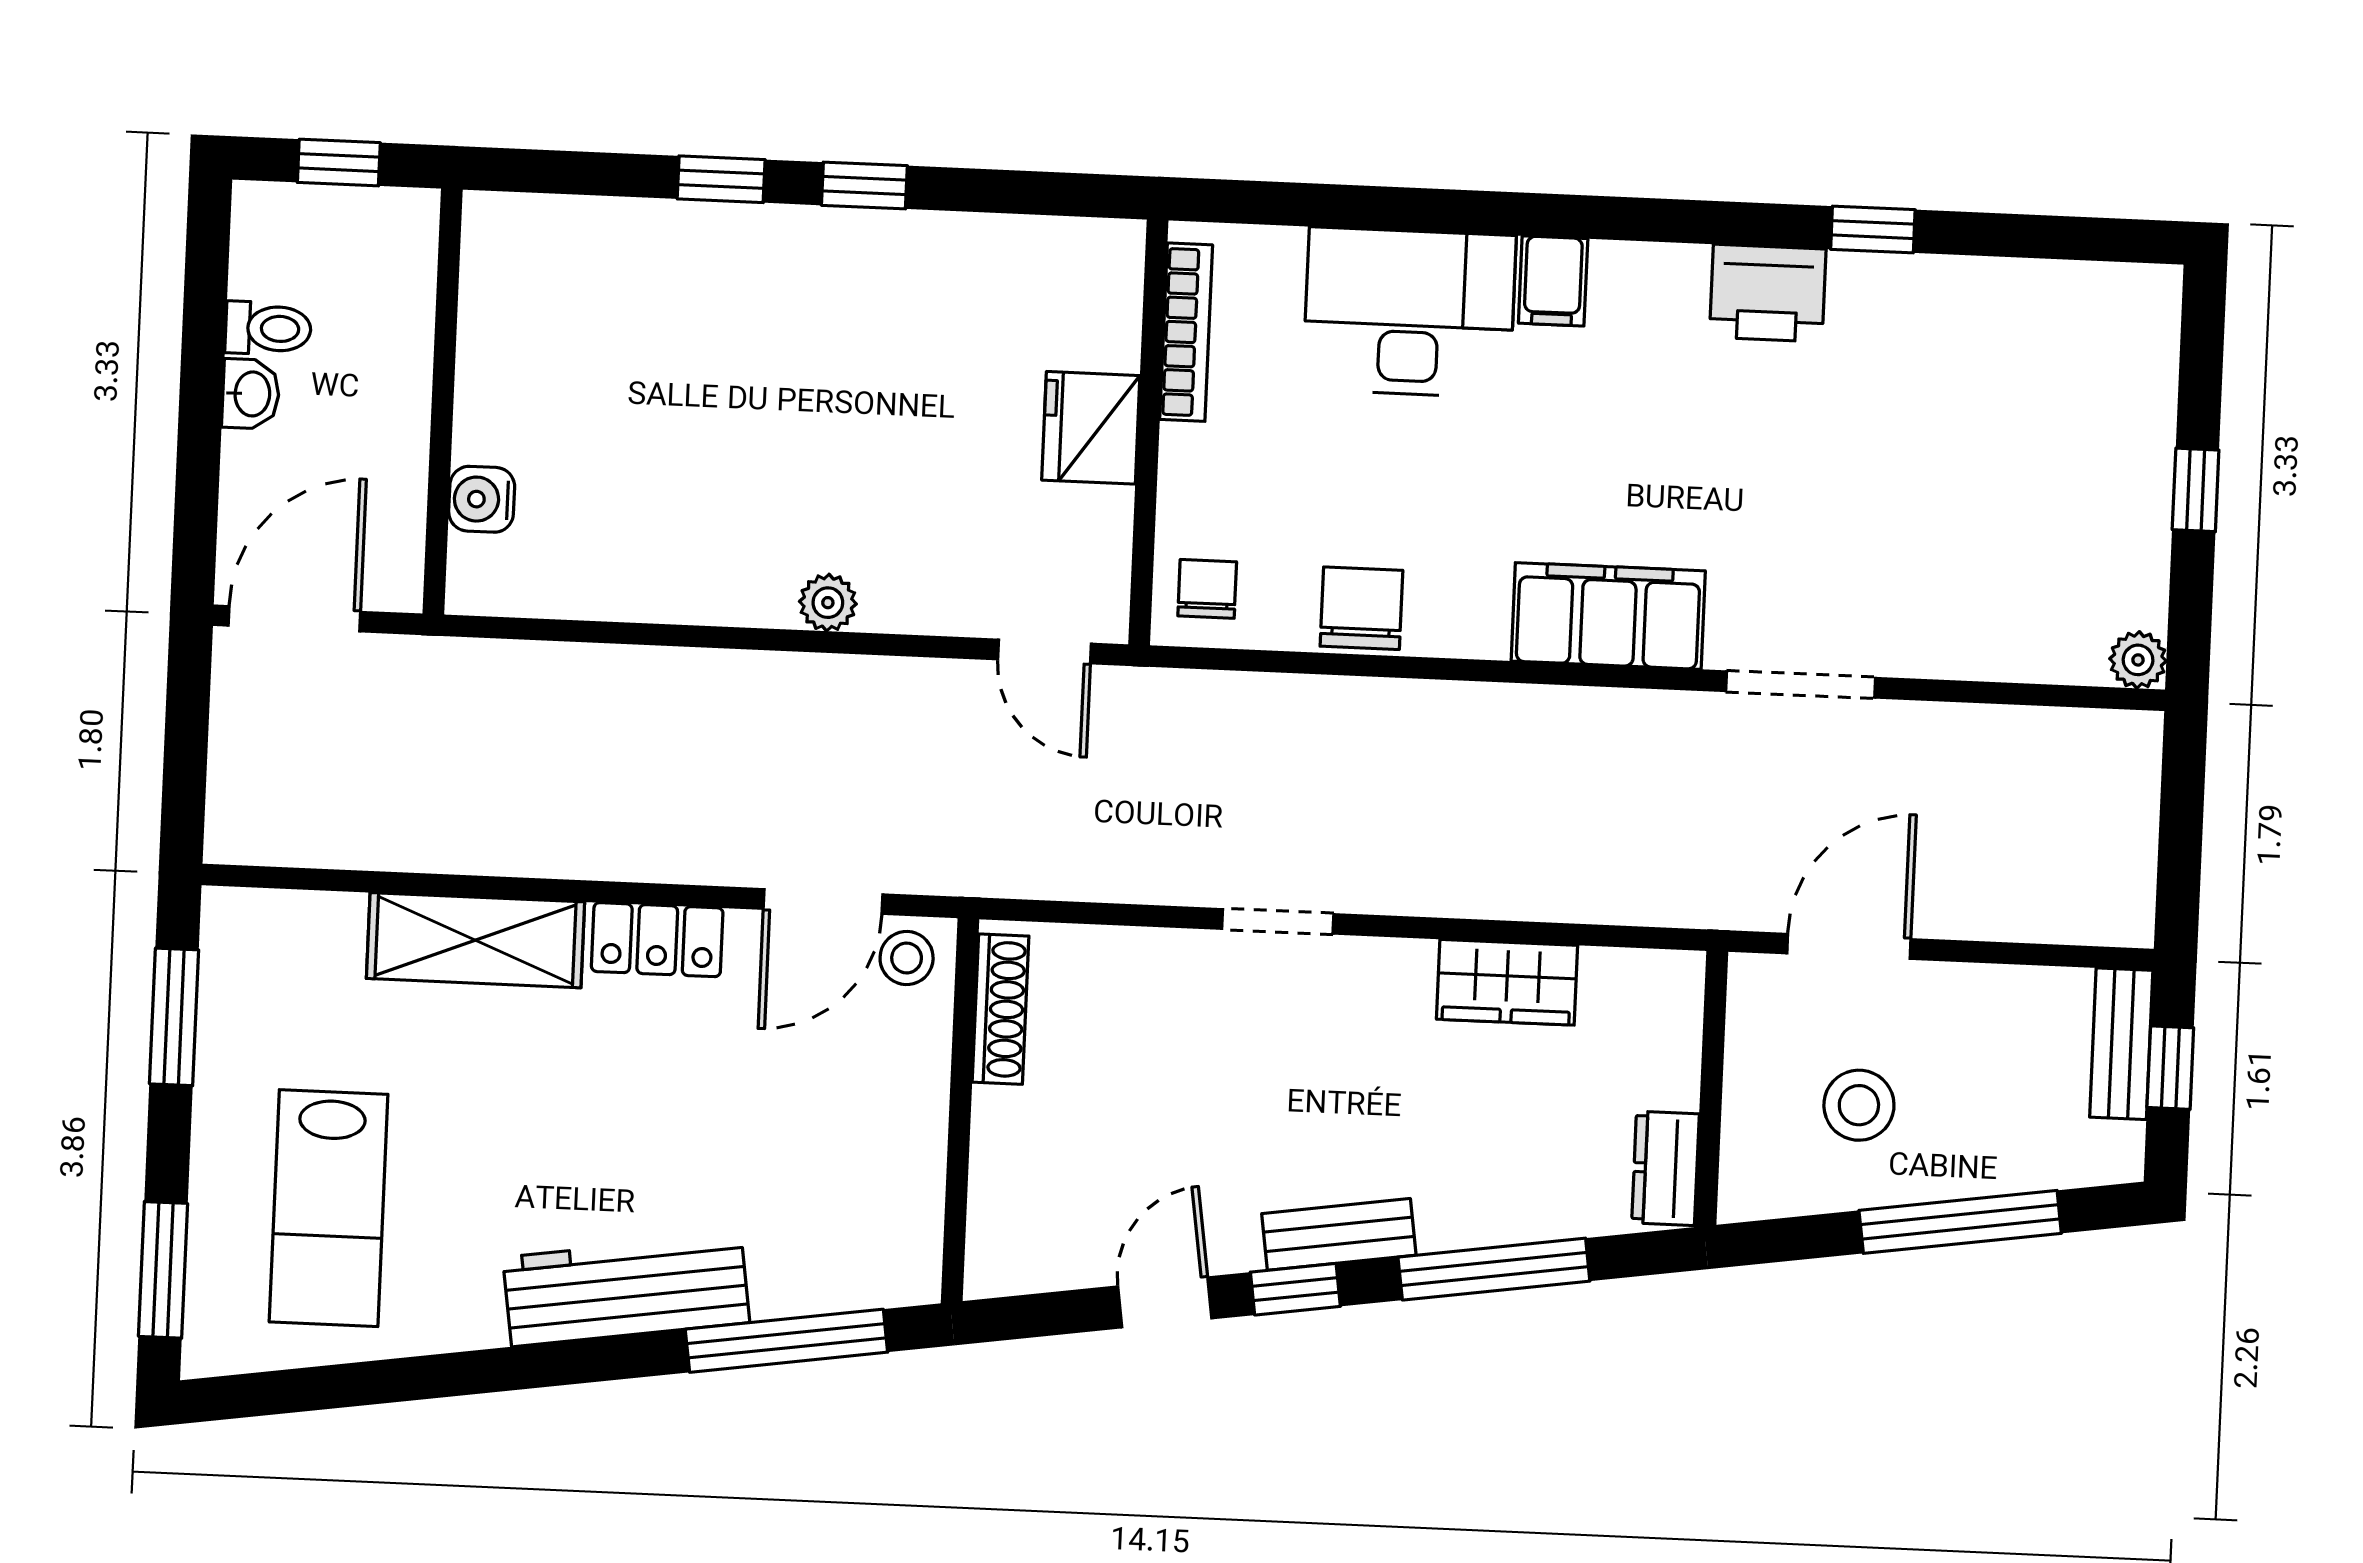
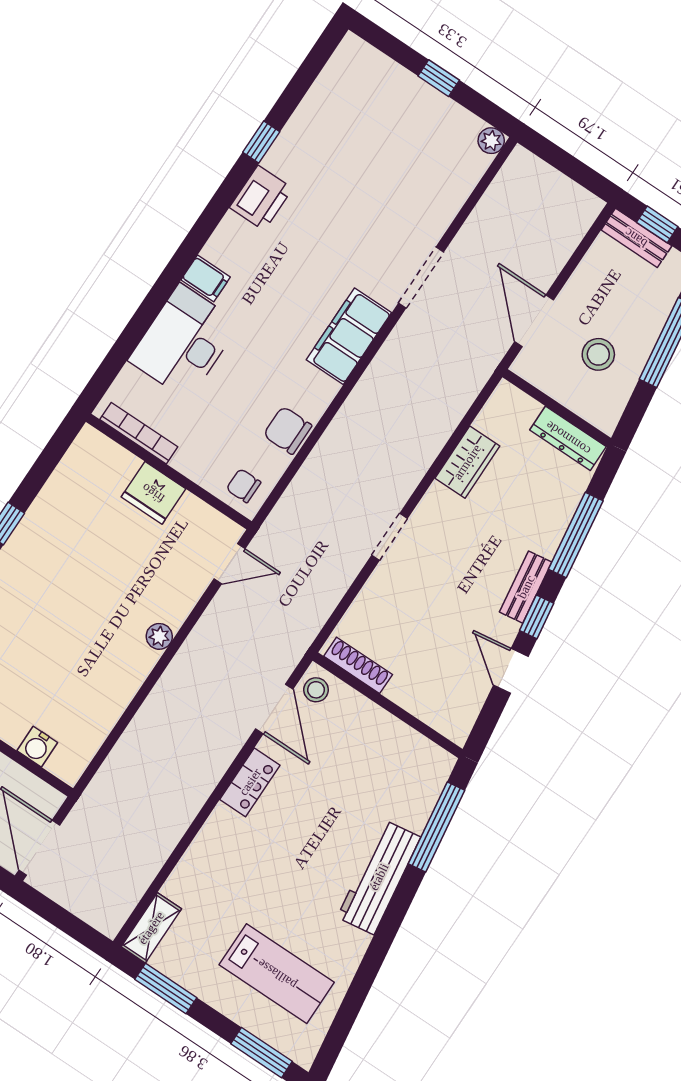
shelving: (476, 940) -> (151, 928), moved, width x0.67, depth x0.75
dresser: (1666, 1168) -> (568, 438), width x1.44

